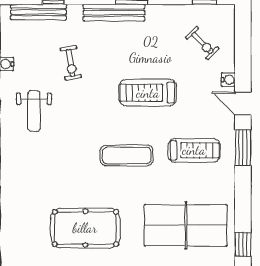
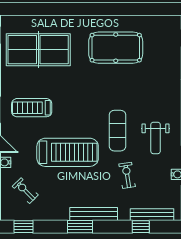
treadmill: (148, 93) -> (68, 152), width x1.37, depth x1.38
weight bench: (34, 111) -> (156, 138), turned 180
exercise mat: (127, 155) -> (117, 131), moved, turned 90

